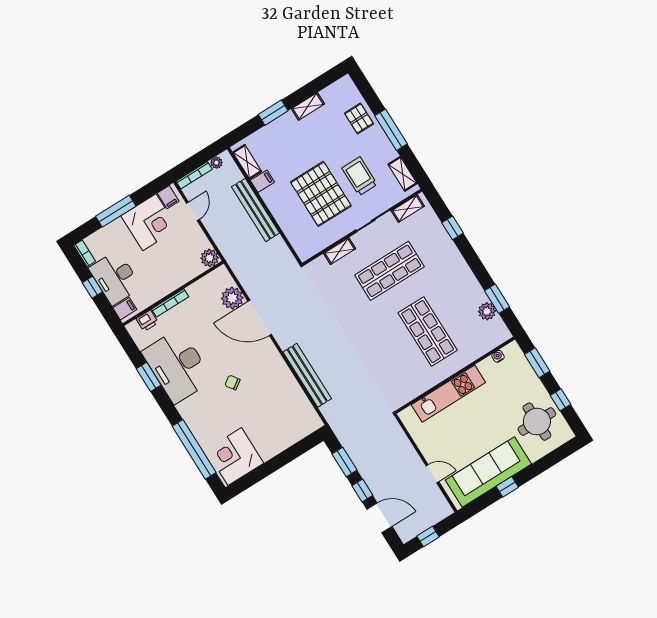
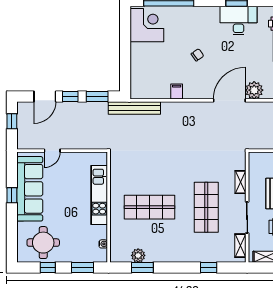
desk: (177, 366) -> (239, 20), width x0.73, depth x0.77
bench: (307, 375) -> (134, 108), moved
filing cabinet: (286, 380) -> (177, 91), added

